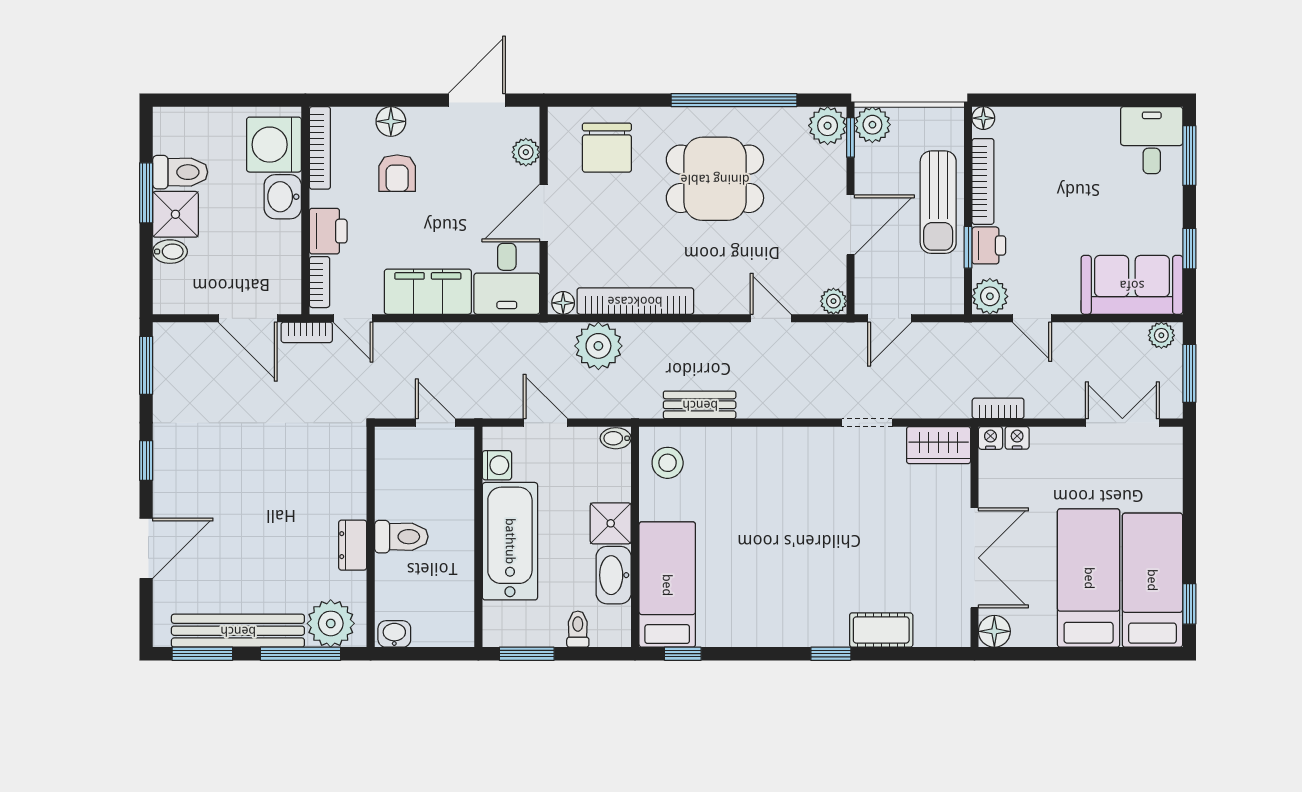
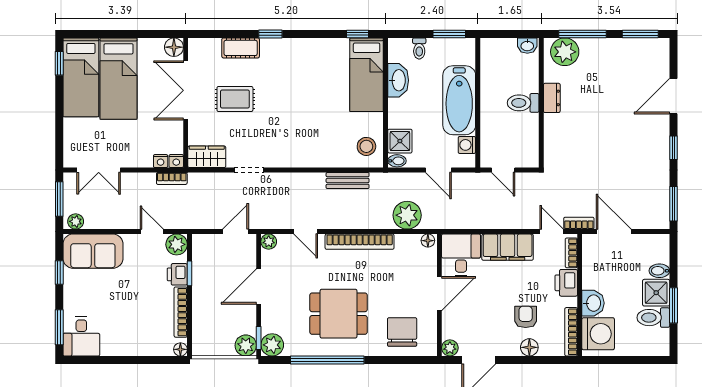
plant: (526, 152) -> (450, 348), moved
sun lounger: (938, 202) -> (207, 300), removed
bookcase: (635, 301) -> (360, 242), moved
shower: (611, 523) -> (400, 141), moved
rug: (891, 543) -> (235, 99), added
bench: (238, 631) -> (619, 48), removed

